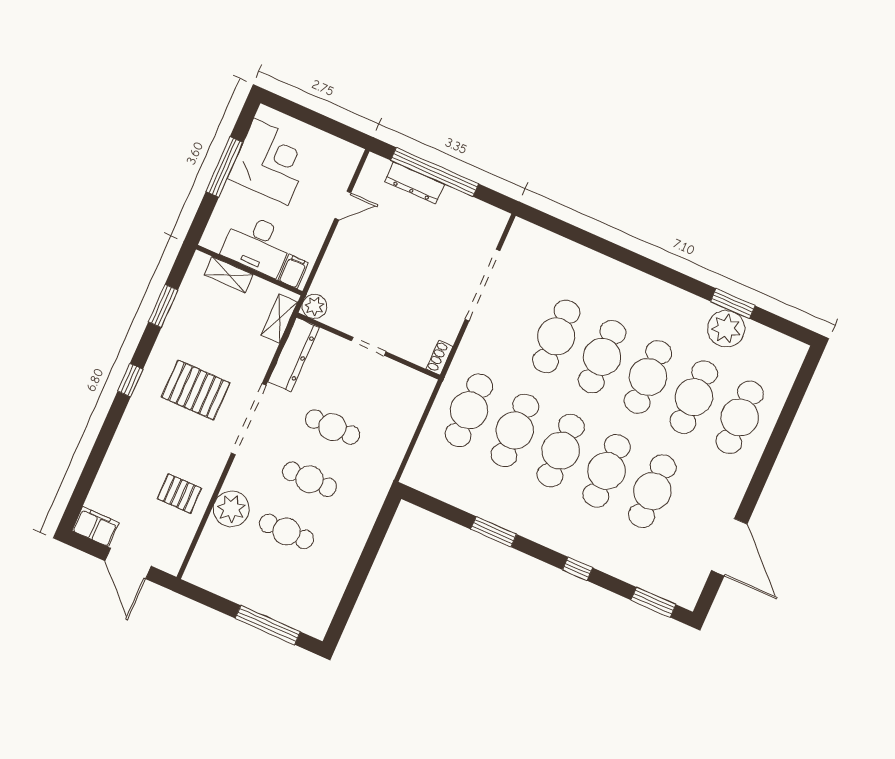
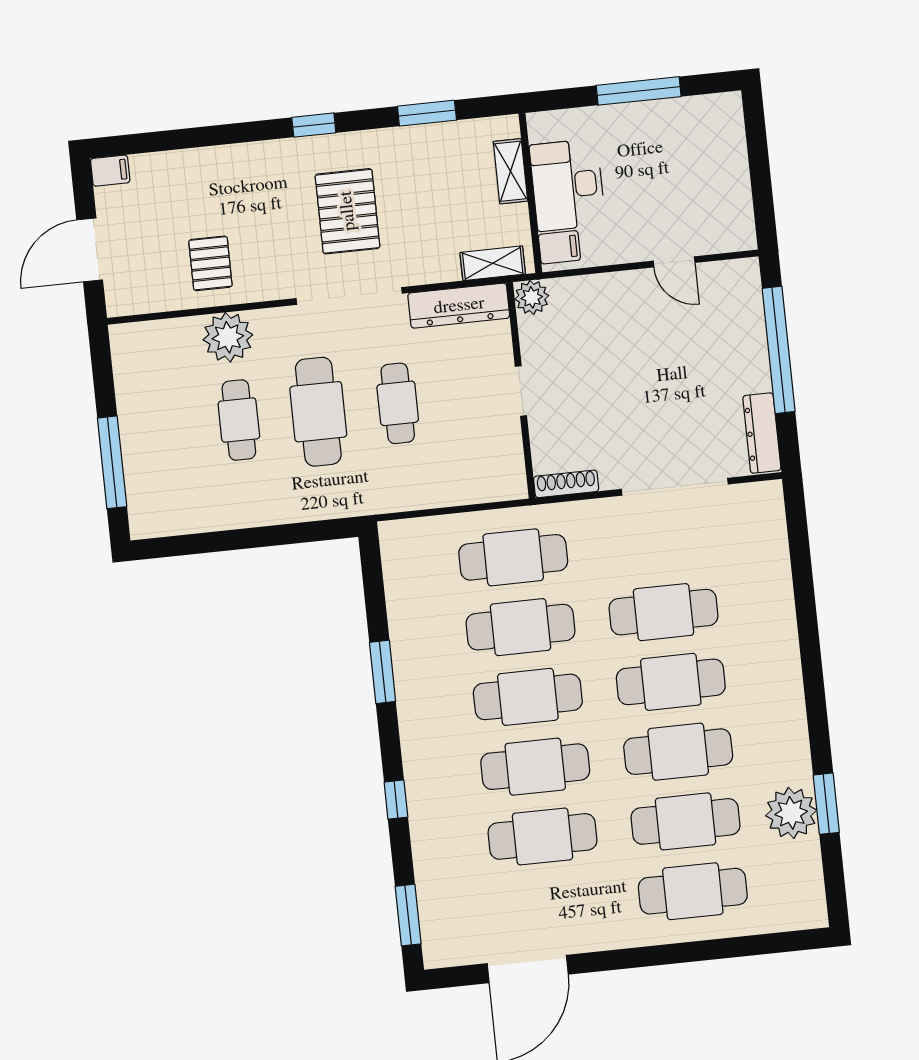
corner desk: (271, 162) -> (677, 144), removed
dresser: (415, 183) -> (762, 433), moved
shoe rack: (439, 358) -> (566, 484), width x1.43
cafe table: (310, 479) -> (318, 412), width x1.37, depth x1.35
filing cabinet: (95, 527) -> (110, 171), width x0.50

